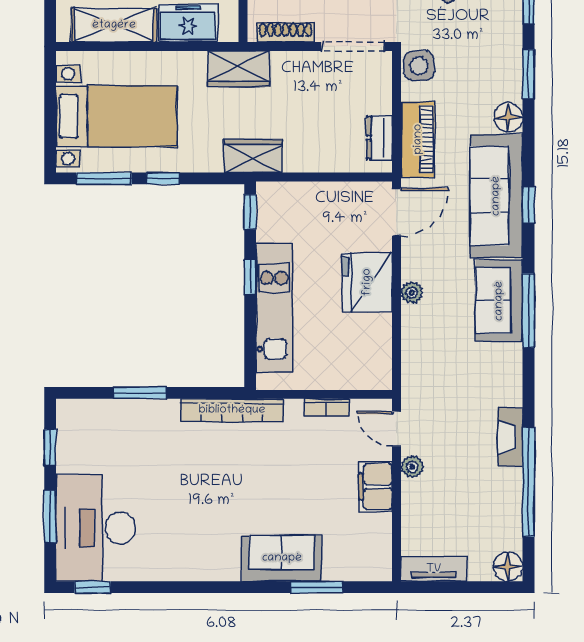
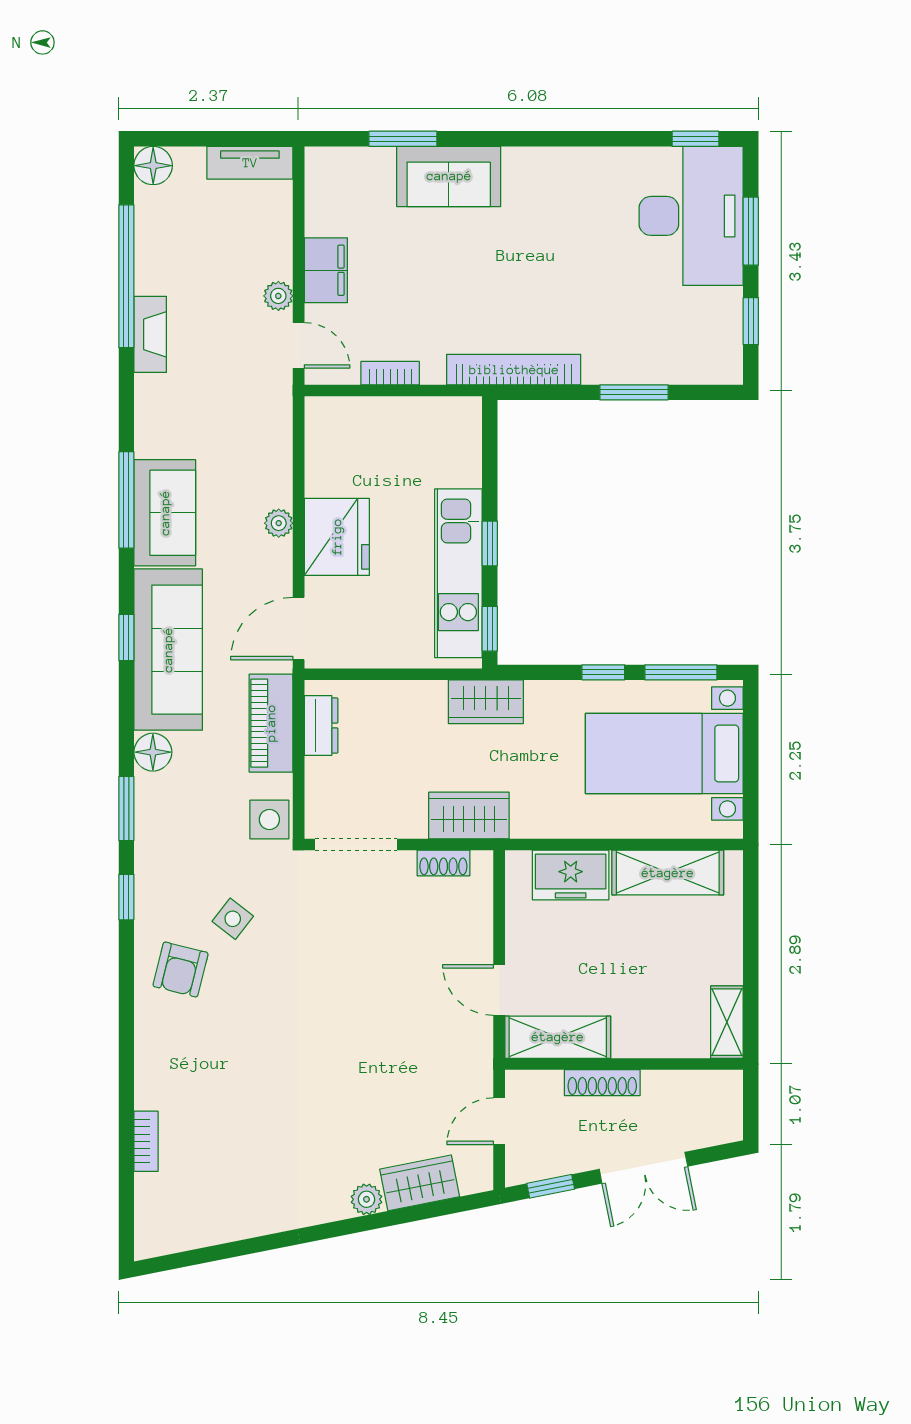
shoe rack: (286, 32) -> (443, 863), width x0.70
wardrobe: (239, 69) -> (469, 816), moved
kitchen unit: (274, 308) -> (458, 573), moved

